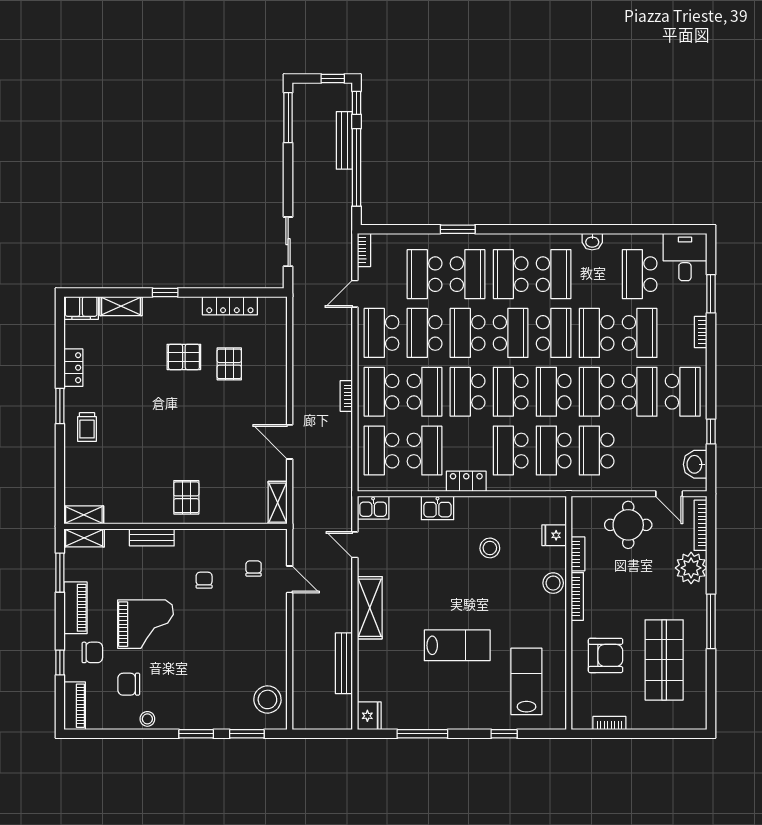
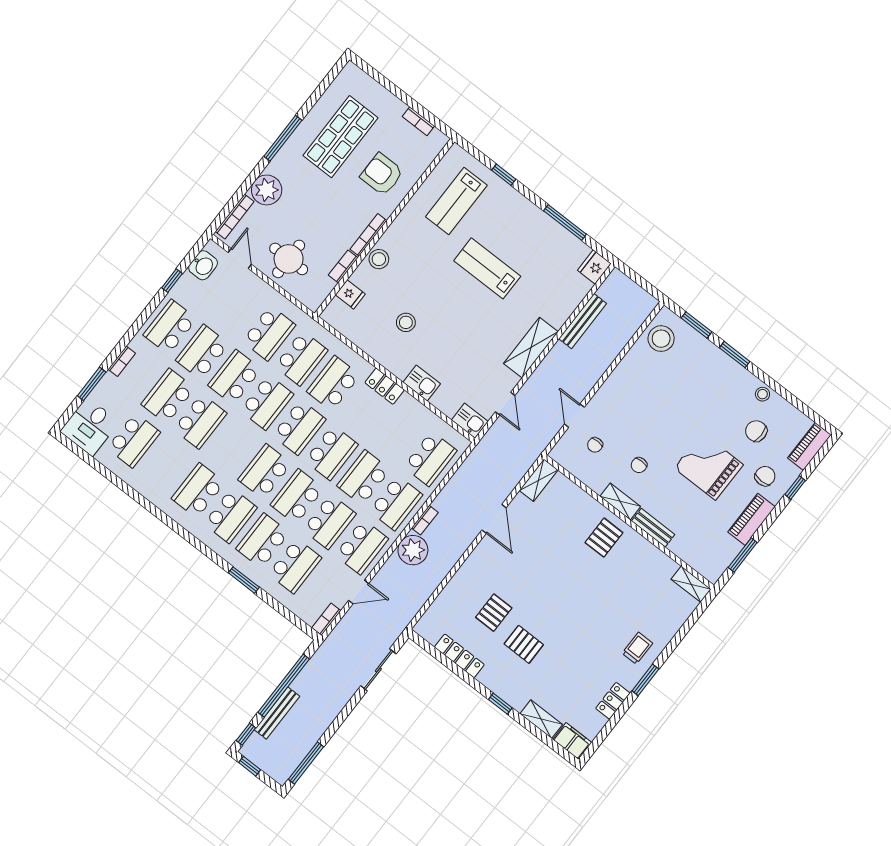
washbasin: (592, 242) -> (150, 492), removed
school desk: (468, 333) -> (297, 497), turned 180
school desk: (554, 333) -> (232, 446), removed
plant: (337, 363) -> (413, 550), added
school desk: (597, 392) -> (235, 377), turned 180
school desk: (425, 451) -> (398, 434), removed
school desk: (511, 451) -> (333, 383), turned 180
shelving: (84, 538) -> (620, 501), moved
chair: (92, 652) -> (765, 476), turned 90
chair: (129, 684) -> (756, 431), turned 180

